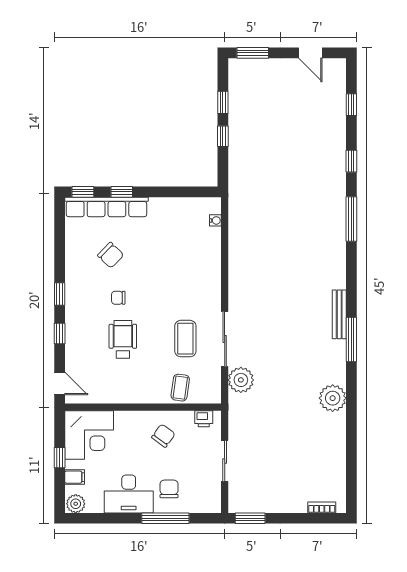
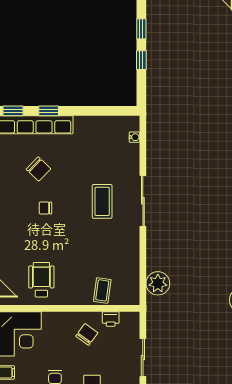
wheelchair: (123, 339) -> (41, 280), moved
coffee table: (185, 339) -> (102, 201), moved
sliding door: (225, 339) -> (143, 201), moved
printer: (204, 419) -> (111, 319), moved

